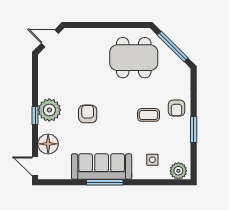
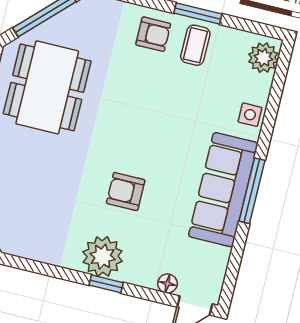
coffee table: (149, 115) -> (195, 45), moved
floor lamp: (48, 144) -> (167, 284), width x0.53, depth x0.53
side table: (152, 160) -> (250, 115), moved

